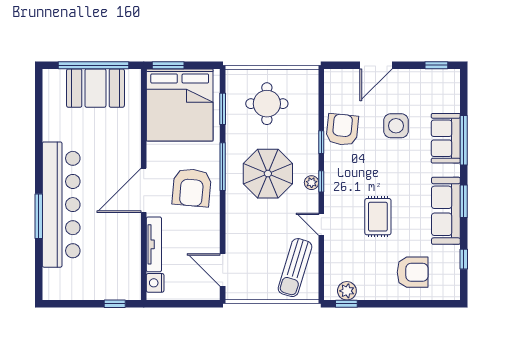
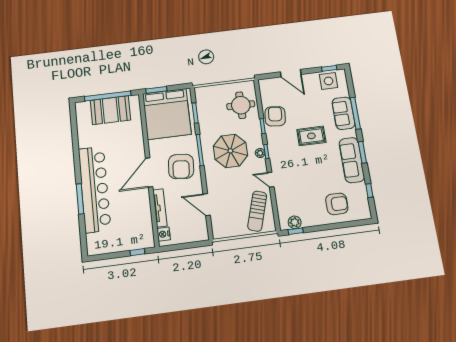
door: (376, 65) -> (291, 73), hinge flipped
round table: (267, 104) -> (241, 105), moved
side table: (396, 126) -> (329, 81), moved
rug: (378, 217) -> (311, 136), moved, turned 90
door: (223, 270) -> (207, 205), moved

